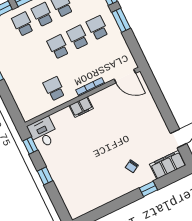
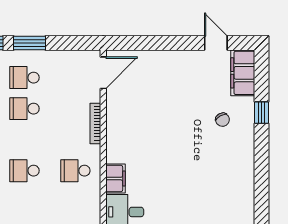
school desk: (58, 47) -> (25, 171), moved
filing cabinet: (81, 107) -> (116, 179), moved

